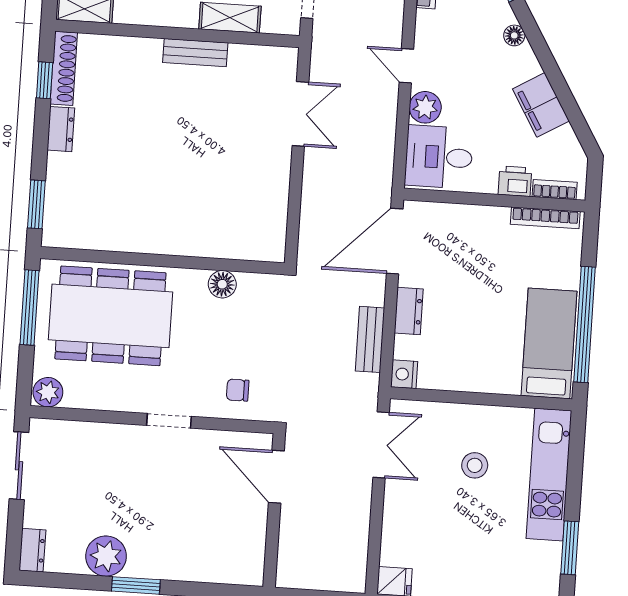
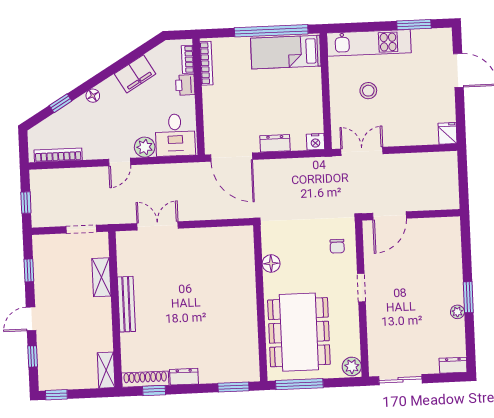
bench: (195, 53) -> (126, 304), width x1.36
bench: (370, 339) -> (296, 166), removed
plant: (106, 556) -> (457, 312), width x0.53, depth x0.53

